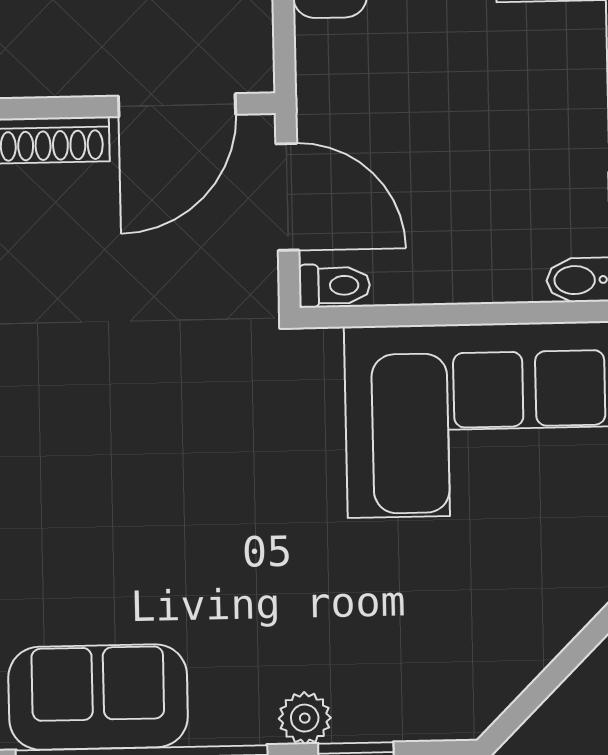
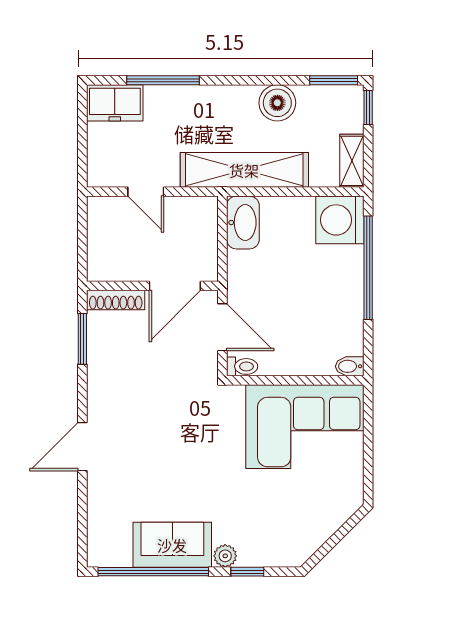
sofa: (98, 697) -> (172, 545), moved

